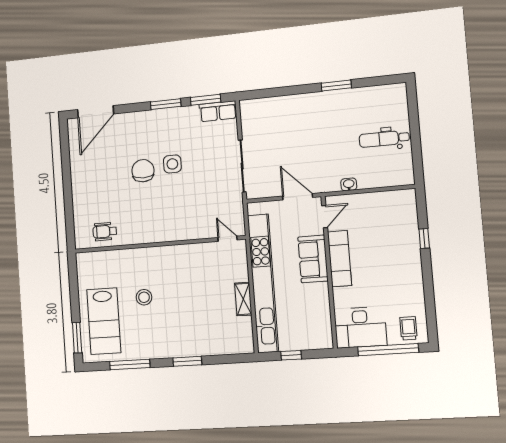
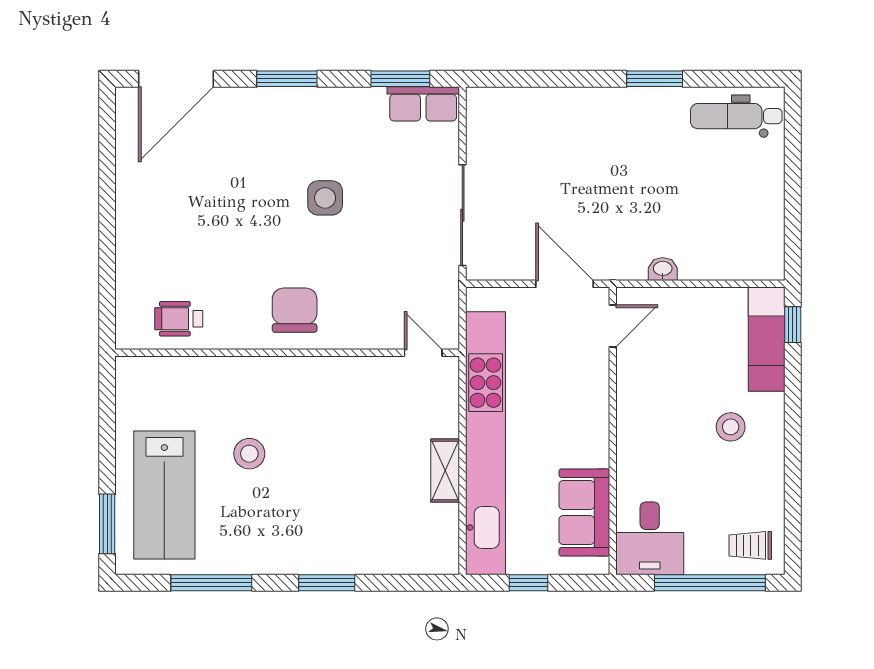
window: (166, 104) -> (287, 79), moved
dental chair: (384, 139) -> (736, 116), moved
chair: (143, 171) -> (295, 310), moved
window: (424, 239) -> (793, 325), moved
sofa: (313, 259) -> (584, 512), moved
exam couch: (340, 259) -> (767, 339), moved, turned 180
stool: (392, 265) -> (731, 427), added
desk: (360, 327) -> (650, 538), width x0.73
trolley: (408, 328) -> (750, 545), turned -90

